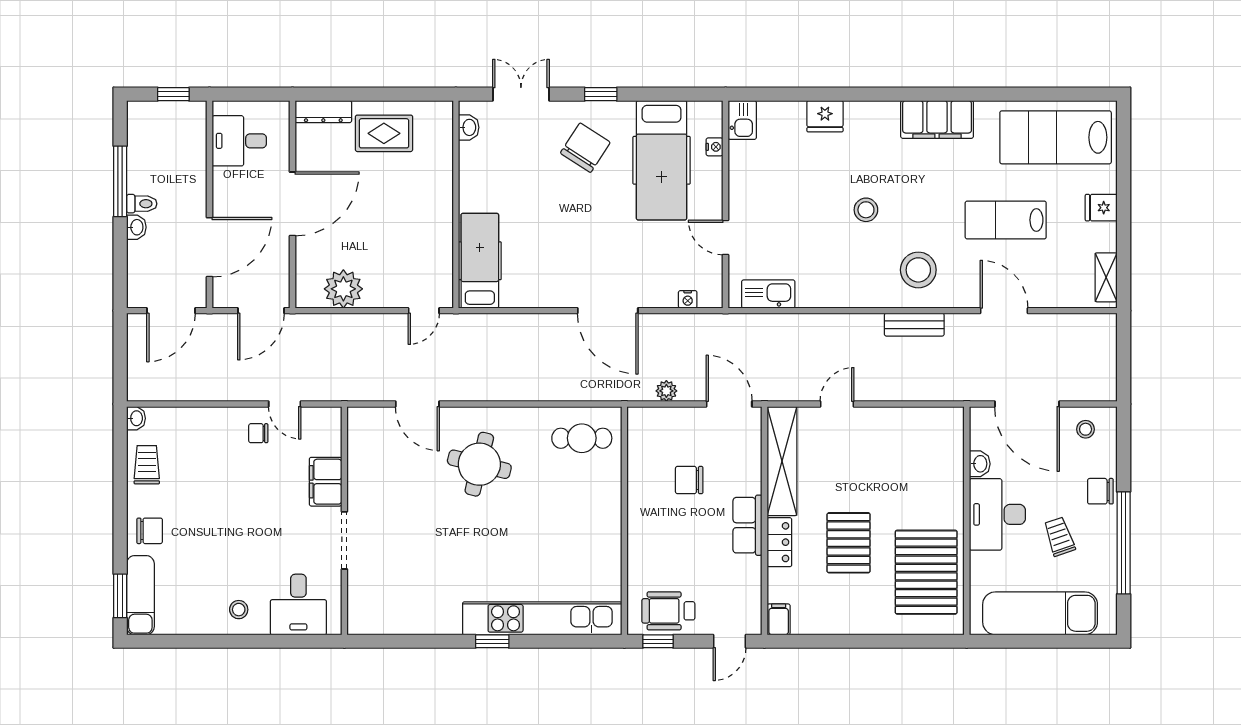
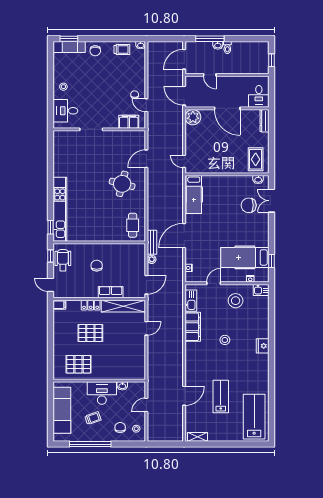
double door: (521, 94) -> (272, 201), swing flipped
window: (601, 94) -> (272, 261), moved
fridge: (825, 116) -> (263, 346), moved
filing cabinet: (937, 119) -> (193, 327), moved, turned 180
rug: (384, 133) -> (256, 159), moved
desk: (239, 141) -> (259, 96), moved, turned 180
chair: (585, 148) -> (249, 205), moved, turned 147
window: (120, 181) -> (210, 39), moved
fridge: (1101, 208) -> (226, 435), removed
door: (210, 247) -> (210, 75), width x0.53
hospital bed: (480, 261) -> (194, 195), moved, turned 90
stool: (918, 270) -> (236, 301), moved
plant: (343, 289) -> (193, 117), moved
door: (171, 311) -> (184, 59), hinge flipped
bench: (914, 325) -> (152, 242), moved
door: (285, 404) -> (146, 105), hinge flipped
door: (837, 404) -> (146, 328), hinge flipped
door: (1027, 404) -> (146, 405), width x0.53
chair: (689, 480) -> (97, 266), moved
filing cabinet: (326, 482) -> (129, 122), moved
chair: (1100, 491) -> (120, 428), moved
row of seats: (747, 525) -> (111, 292), moved
pallet: (926, 572) -> (79, 364), width x0.73, depth x0.71
window: (492, 641) -> (51, 227), moved

